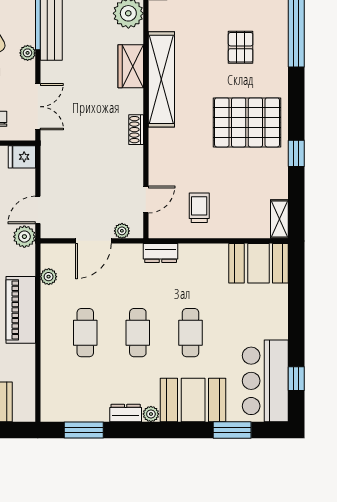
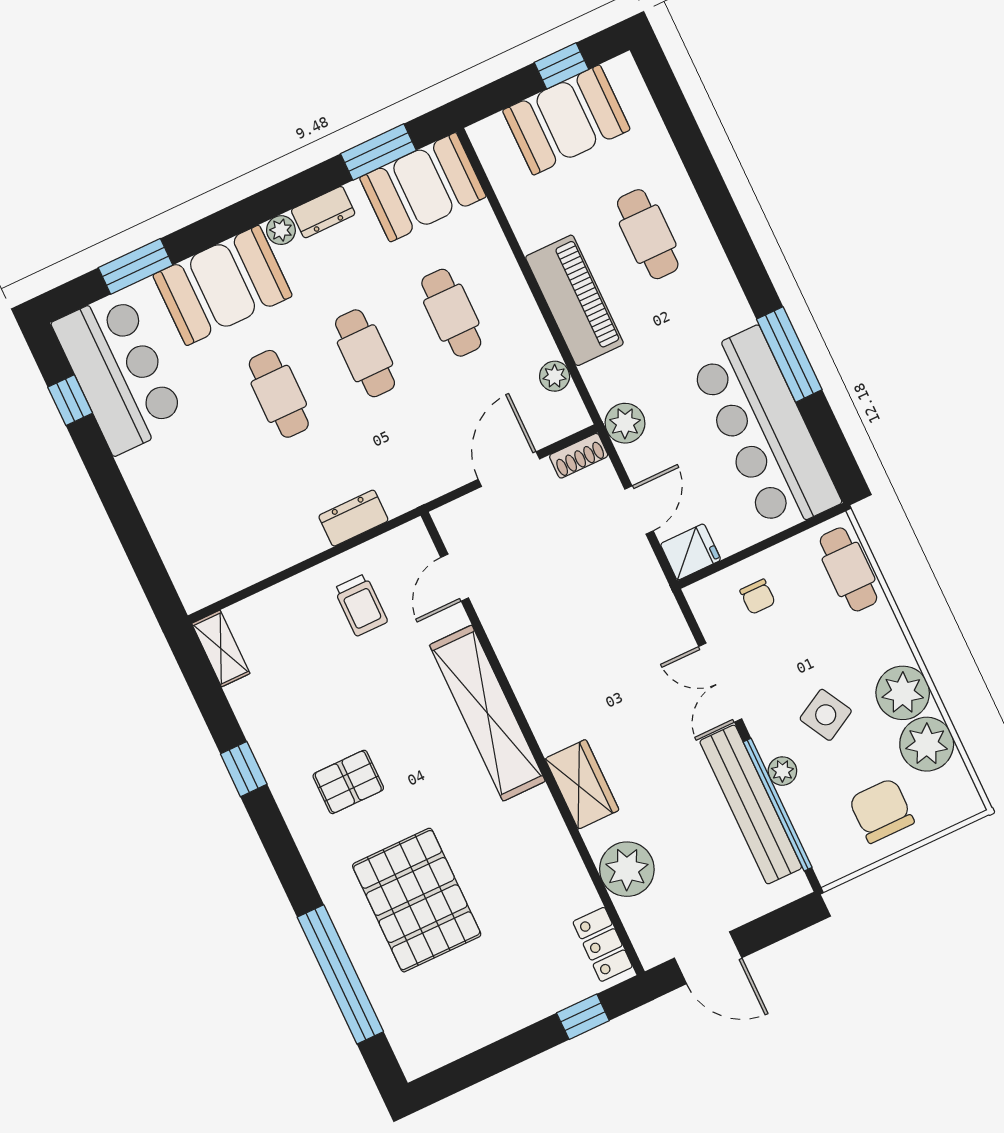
pallet: (241, 47) -> (417, 900), width x2.05, depth x2.00
plant: (28, 53) -> (782, 771), moved
shelving: (161, 79) -> (487, 713), moved
double door: (38, 107) -> (720, 683), moved
pallet: (247, 122) -> (348, 782), width x0.49, depth x0.50
shoe rack: (136, 130) -> (579, 456), moved, turned 90
door: (38, 210) -> (639, 510), moved
plant: (122, 231) -> (470, 508), removed
dresser: (161, 253) -> (353, 518), moved
booth: (258, 263) -> (423, 187), moved

